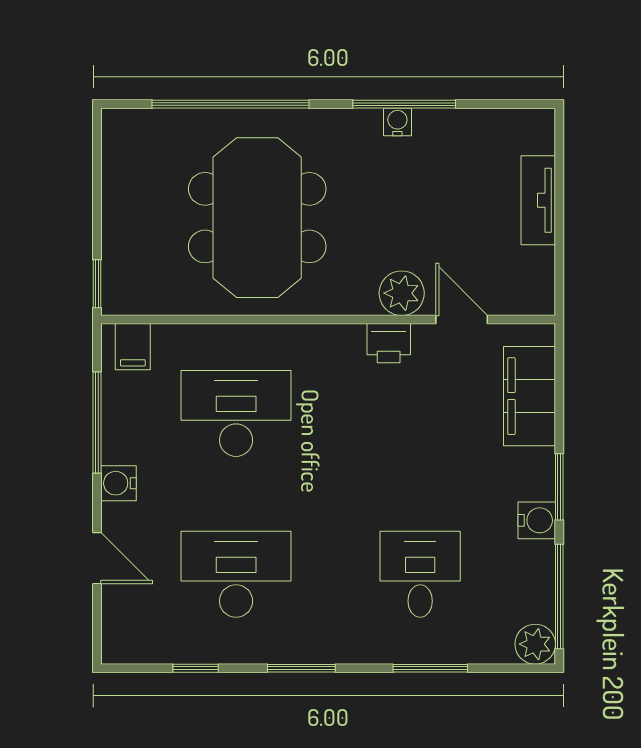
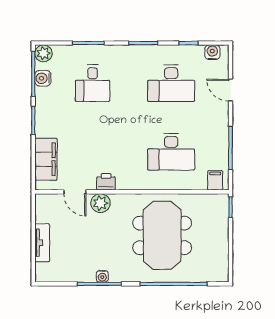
water cooler: (118, 483) -> (212, 52), moved, turned -90
water cooler: (537, 520) -> (43, 78), moved

